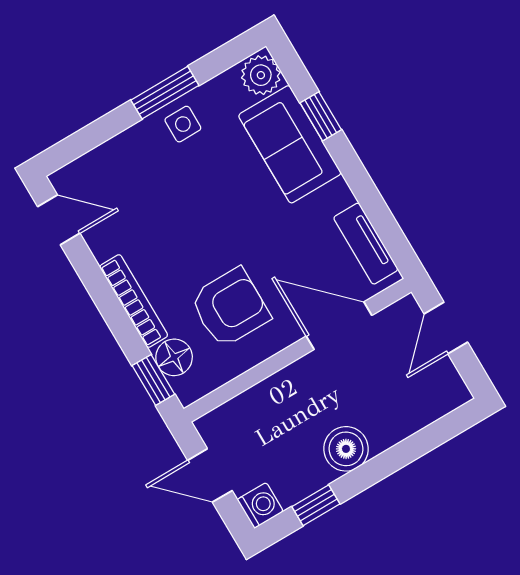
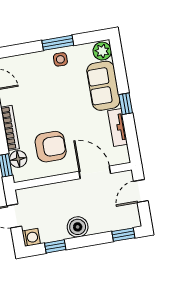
window: (321, 116) -> (126, 104), moved
tv unit: (366, 244) -> (118, 128), moved
window: (444, 429) -> (123, 235), added

